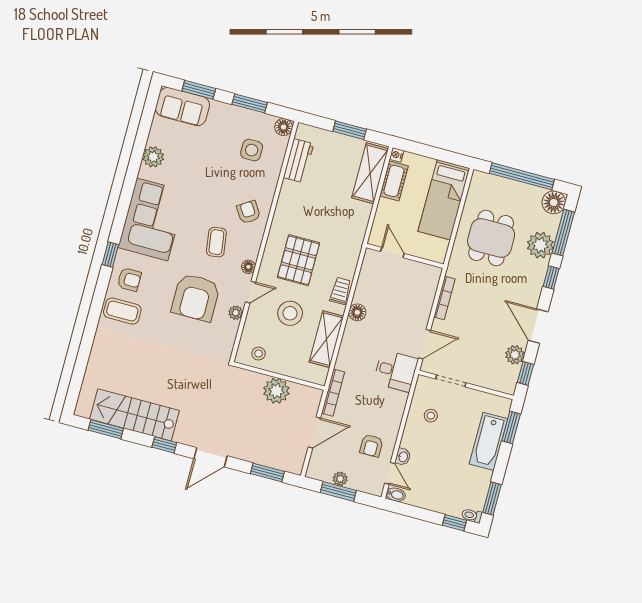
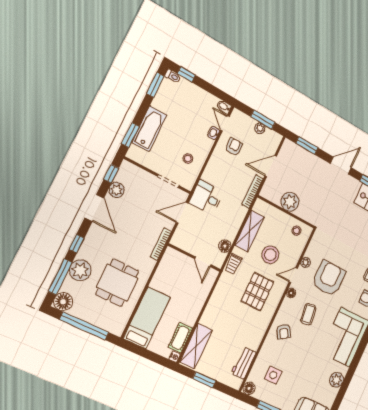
door: (392, 252) -> (203, 262), moved
wall: (405, 256) -> (194, 258), moved

